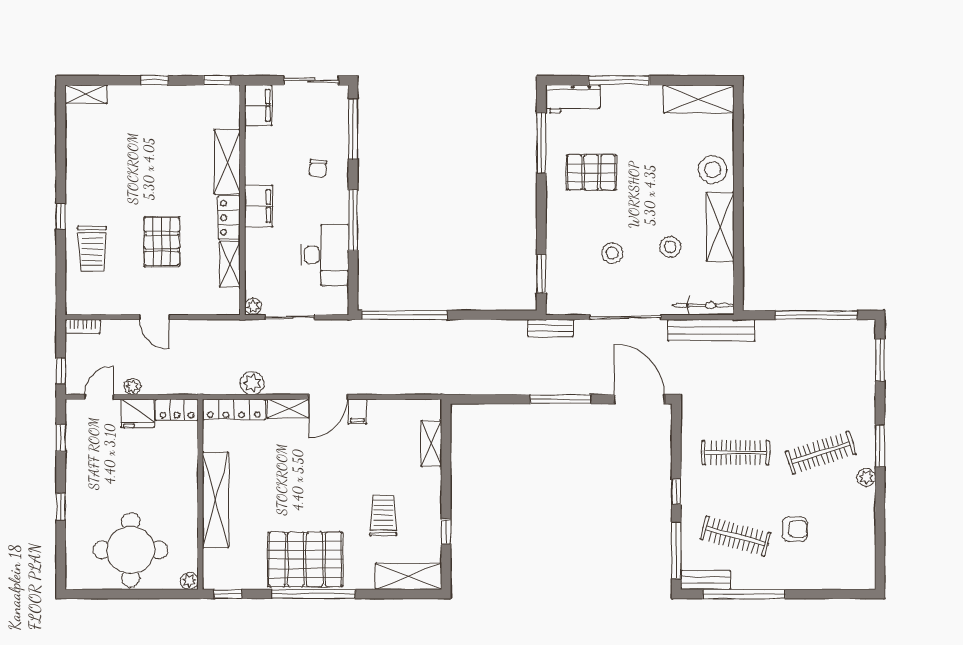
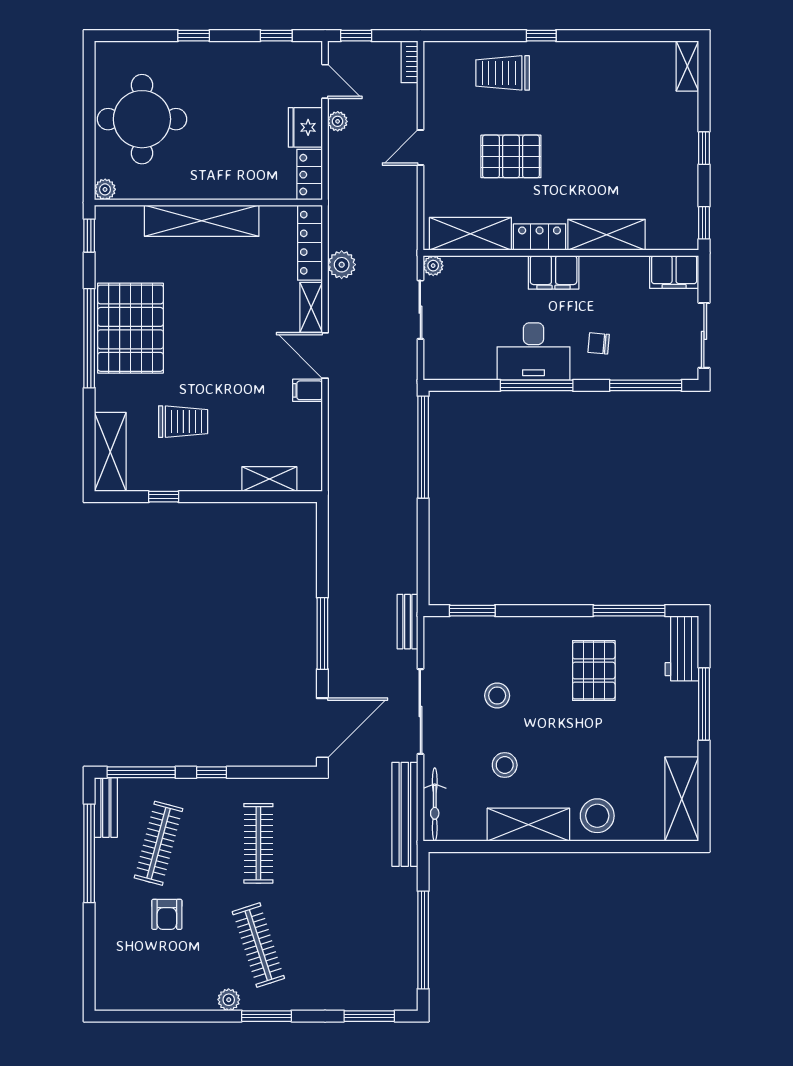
desk: (325, 255) -> (533, 351), moved
shelving: (230, 264) -> (470, 234), width x1.50, depth x1.33

